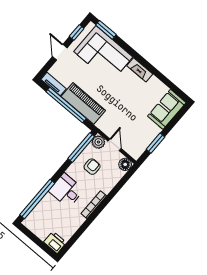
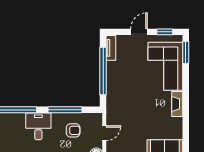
piano: (83, 103) -> (115, 83), removed
plant: (98, 142) -> (96, 119), removed
window: (81, 148) -> (65, 110), moved

